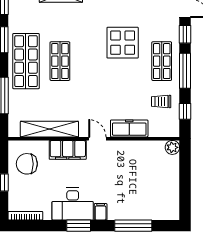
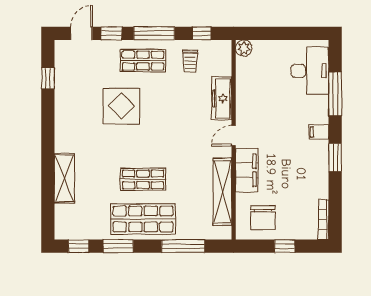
desk: (73, 204) -> (310, 71), moved

